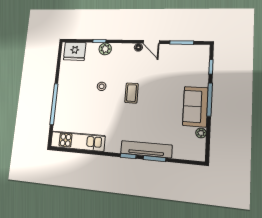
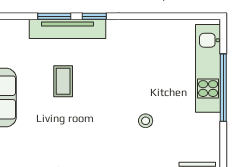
coffee table: (132, 93) -> (63, 81), moved
kitchen unit: (78, 141) -> (208, 68), moved, turned 90

